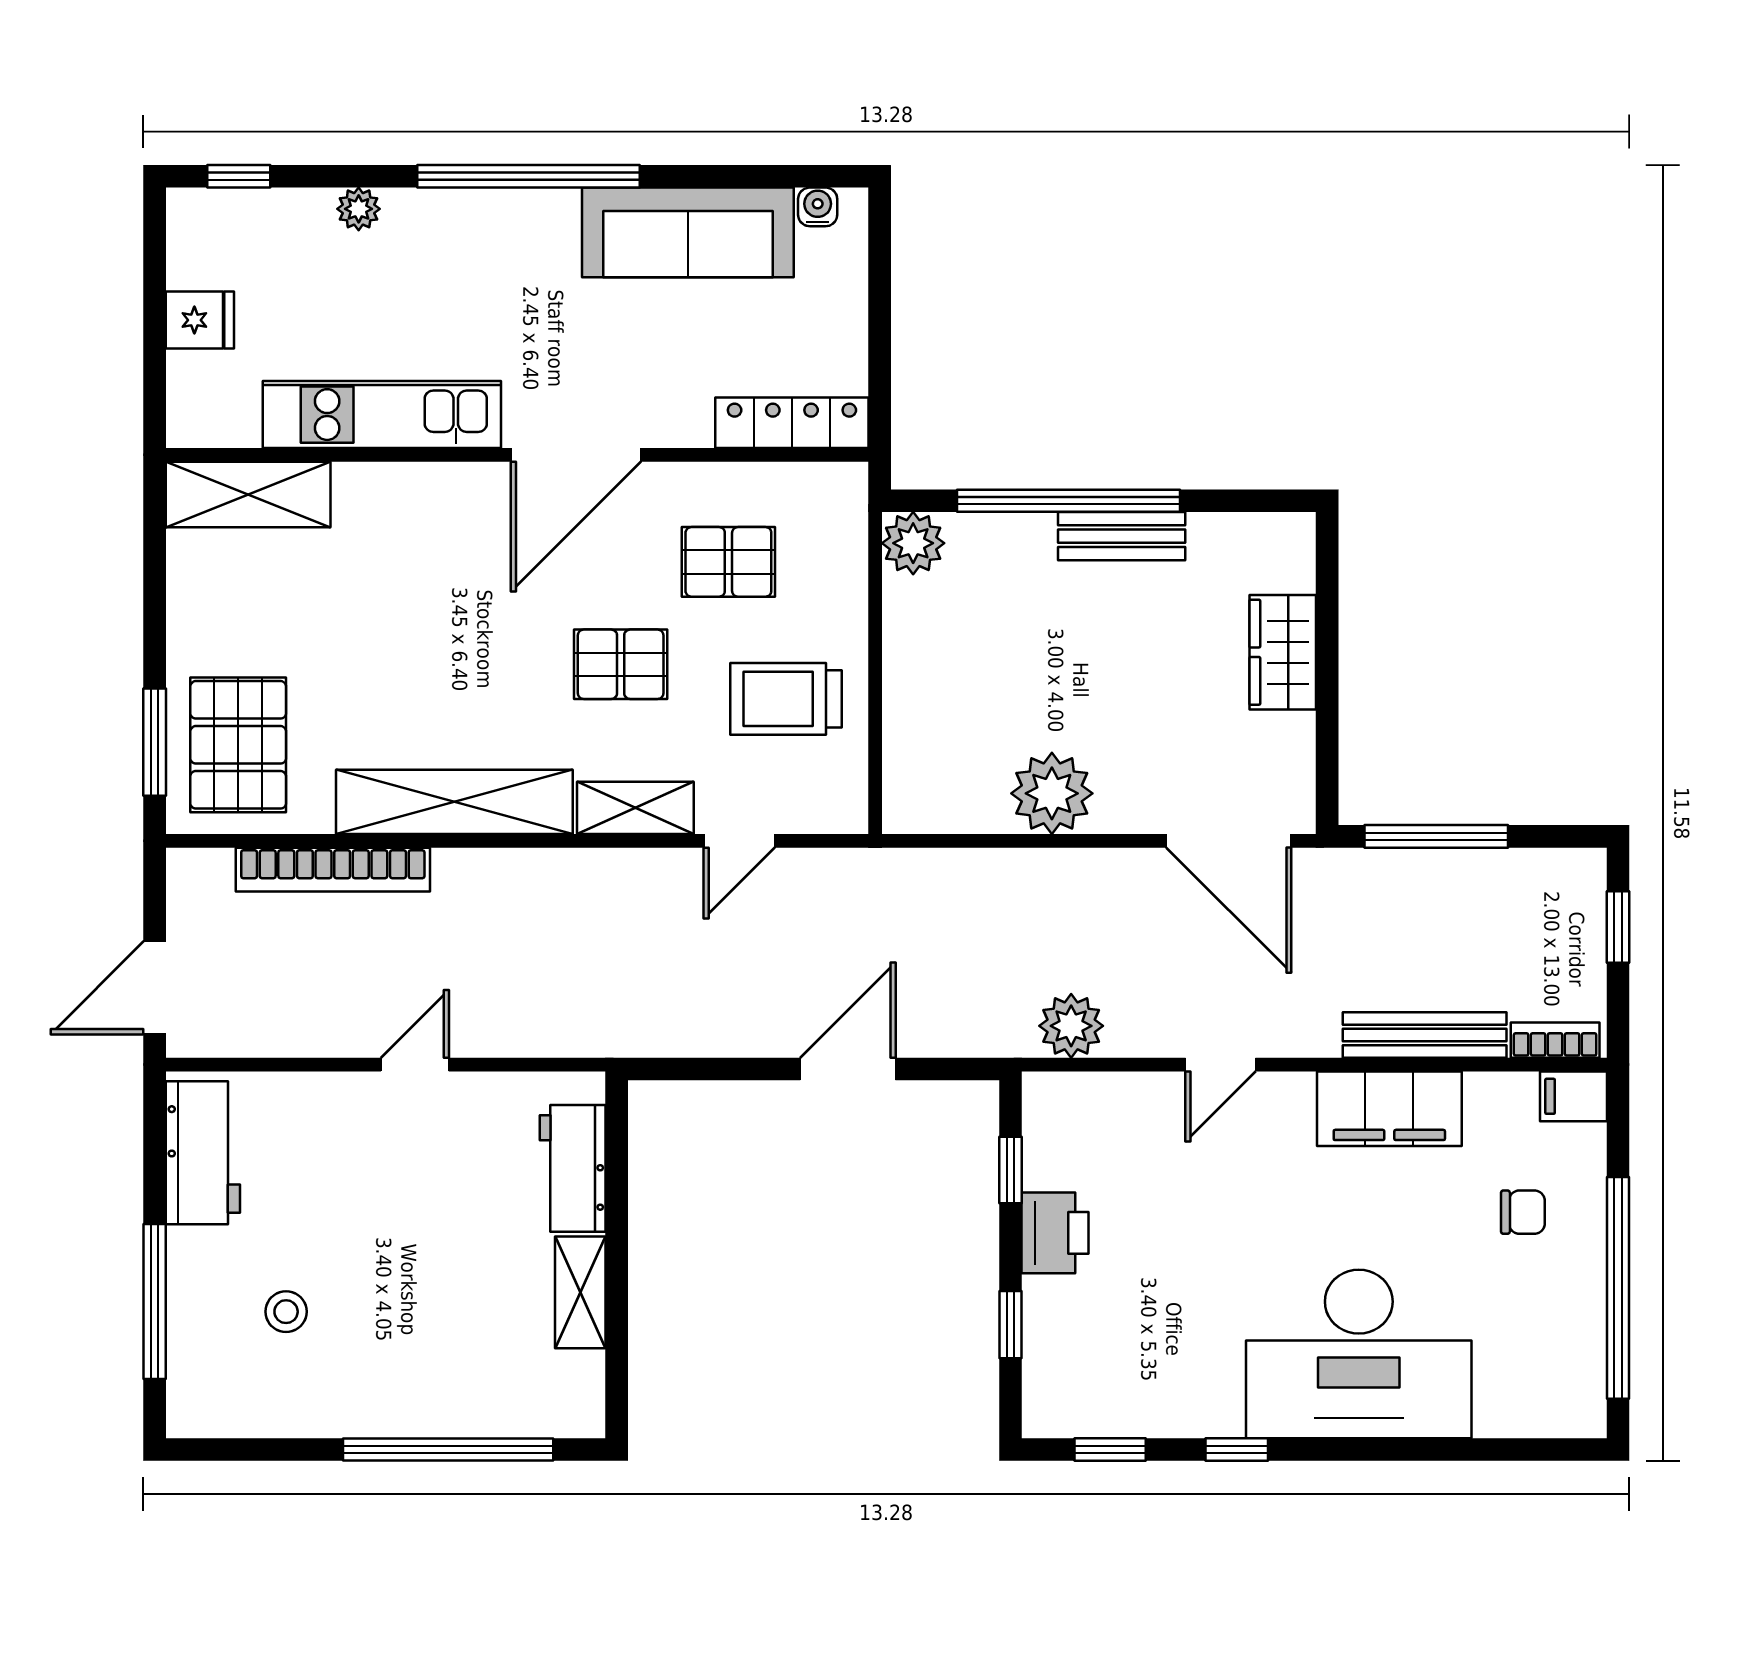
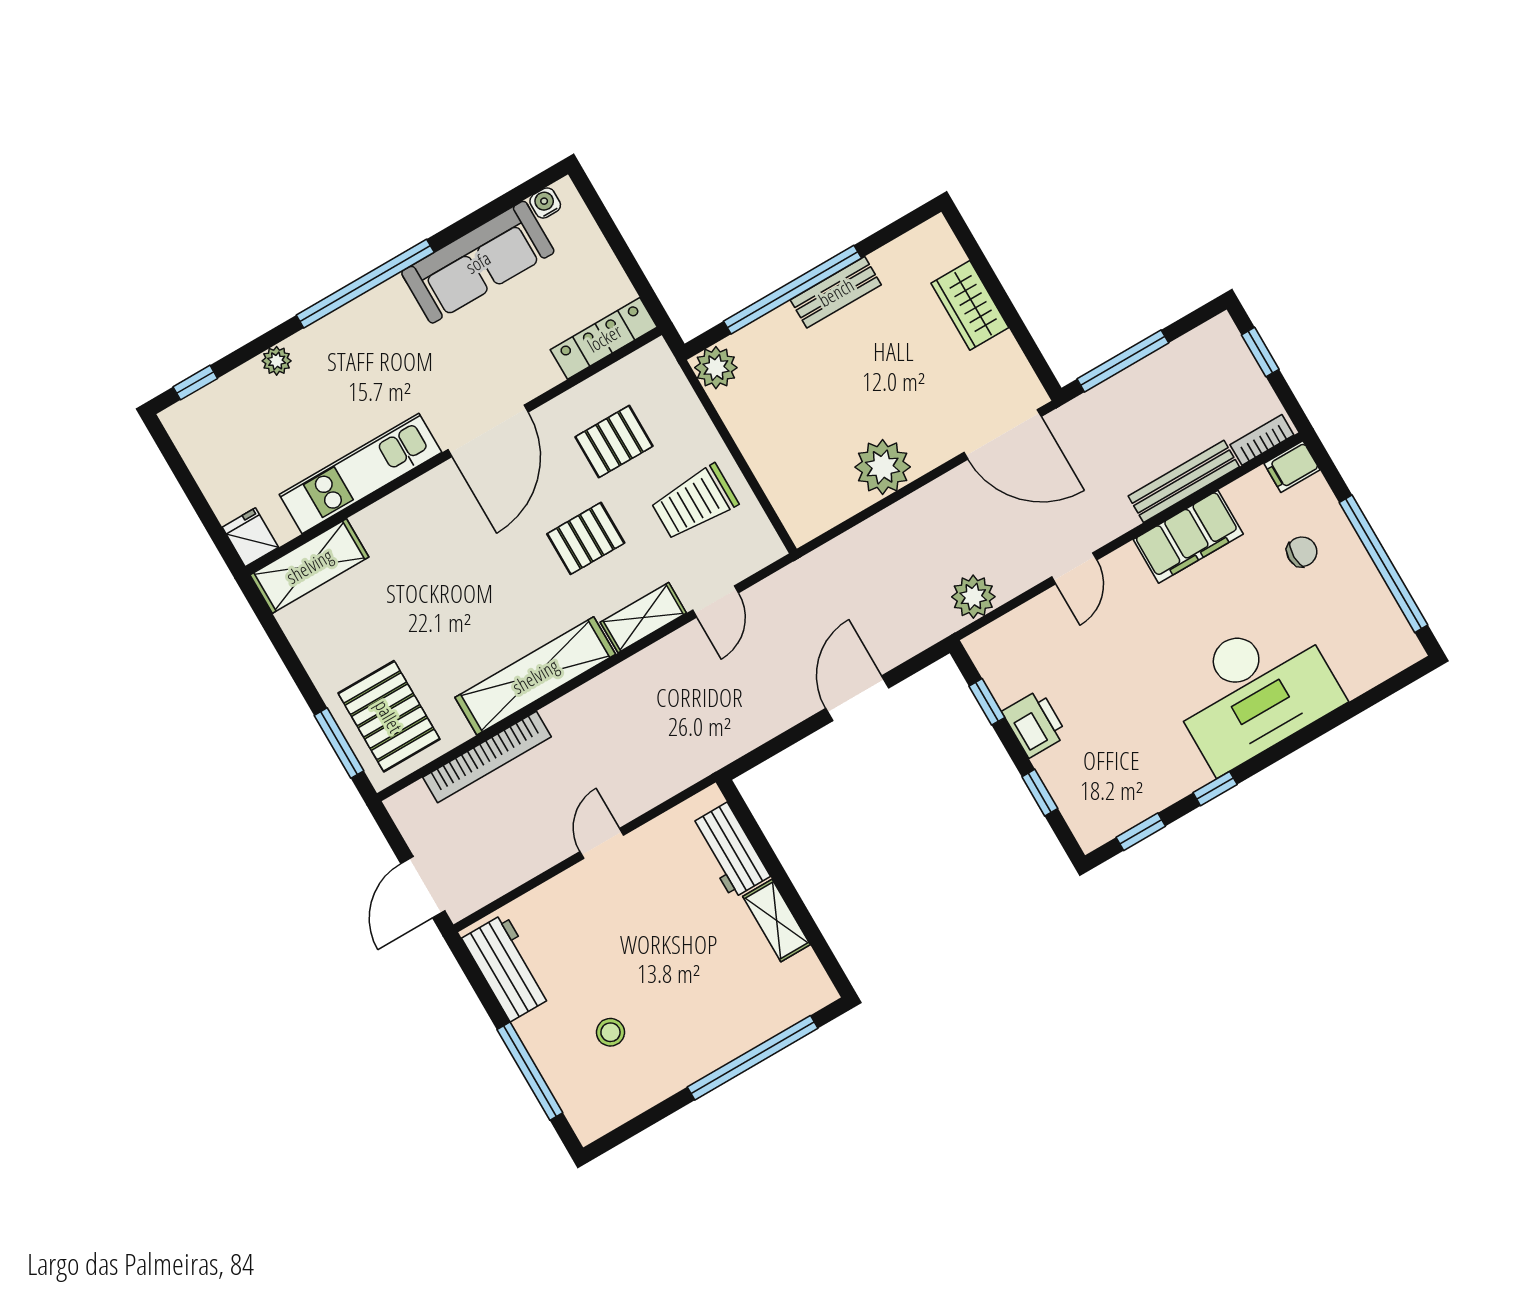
fridge: (200, 320) -> (250, 537), moved, turned -90

